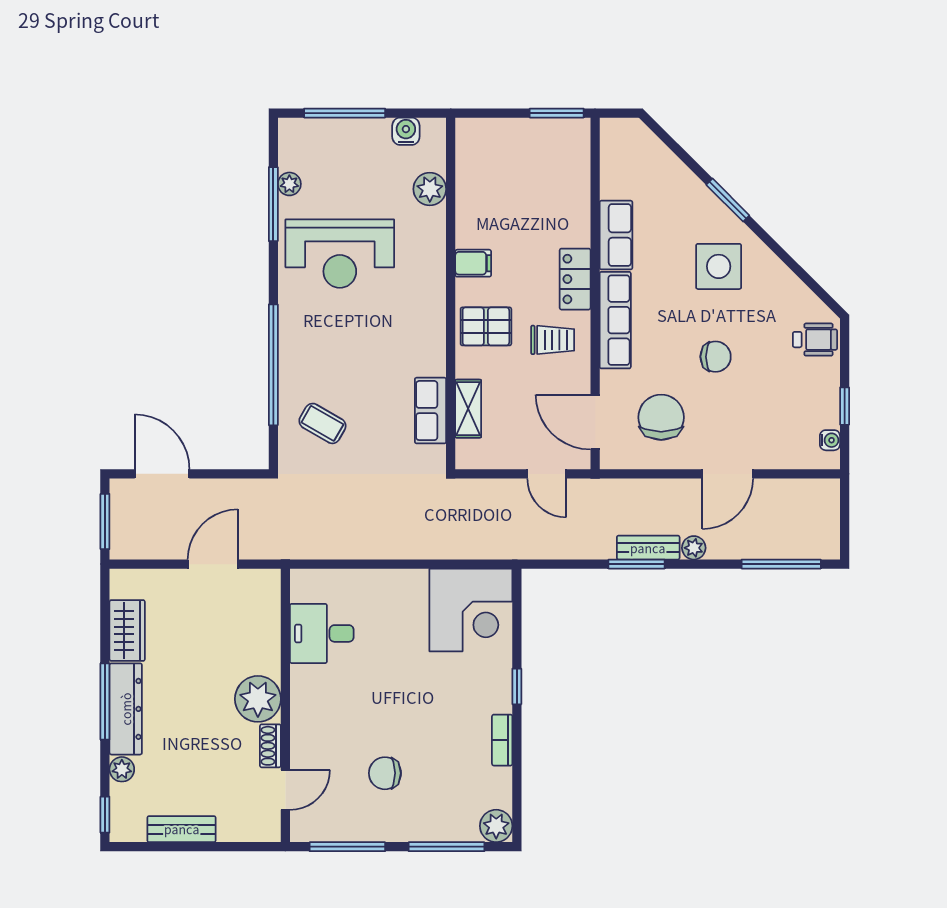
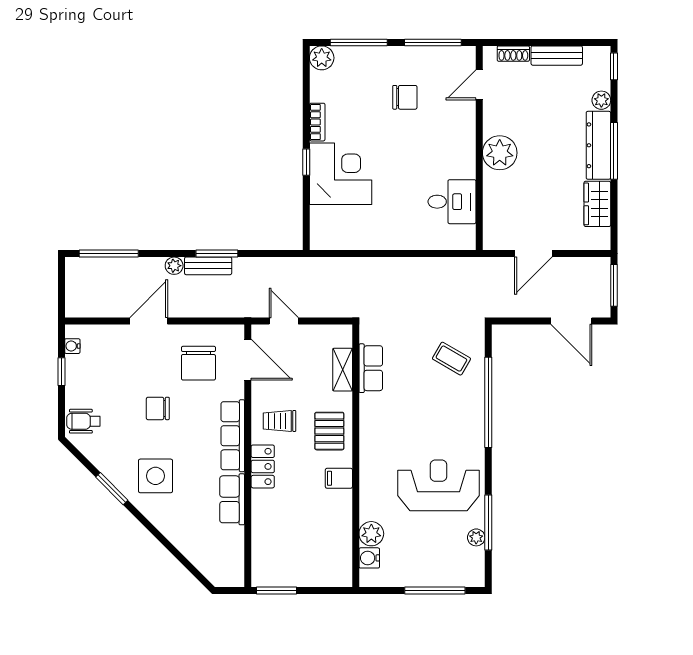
water cooler: (406, 131) -> (369, 558), moved, turned 90
window: (728, 200) -> (112, 489), moved
pallet: (486, 326) -> (329, 431), turned 90
corner desk: (471, 610) -> (341, 174), moved, turned 90
shoe rack: (270, 746) -> (513, 54), moved, turned 90

